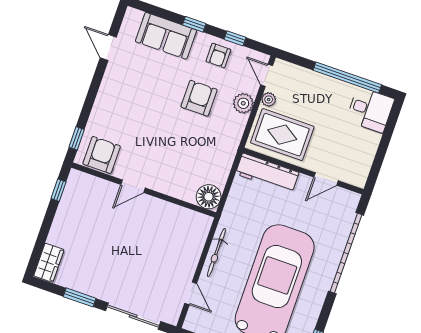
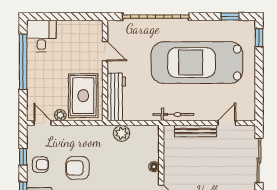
door: (267, 75) -> (43, 123), swing flipped
plant: (243, 103) -> (122, 133), moved
floor lamp: (209, 197) -> (154, 167), moved, width x0.53, depth x0.53
bicycle: (216, 252) -> (173, 114), moved
bench: (194, 253) -> (195, 131), added

